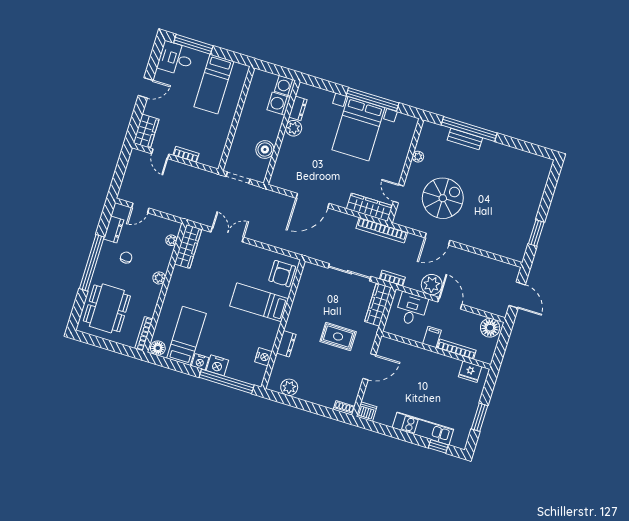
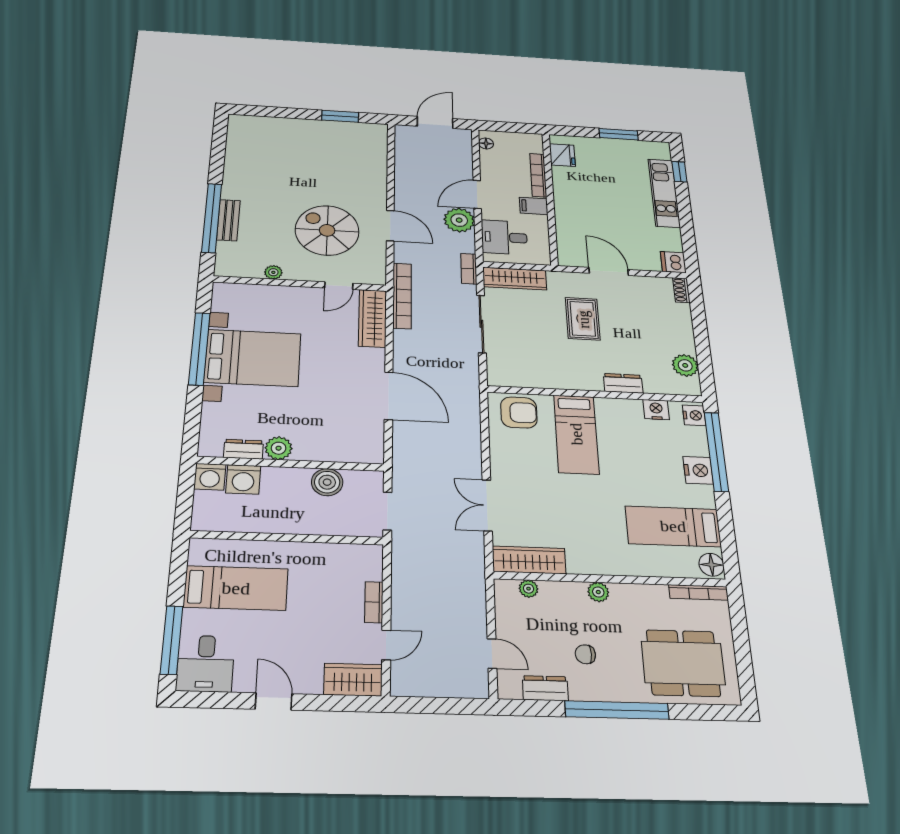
floor lamp: (490, 328) -> (486, 143), width x0.53, depth x0.53
nightstand: (200, 362) -> (694, 415), moved

